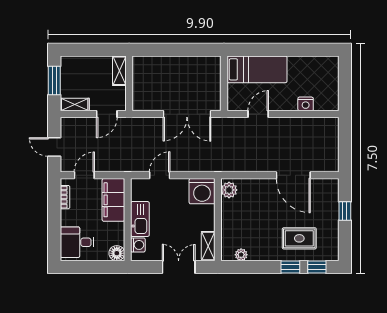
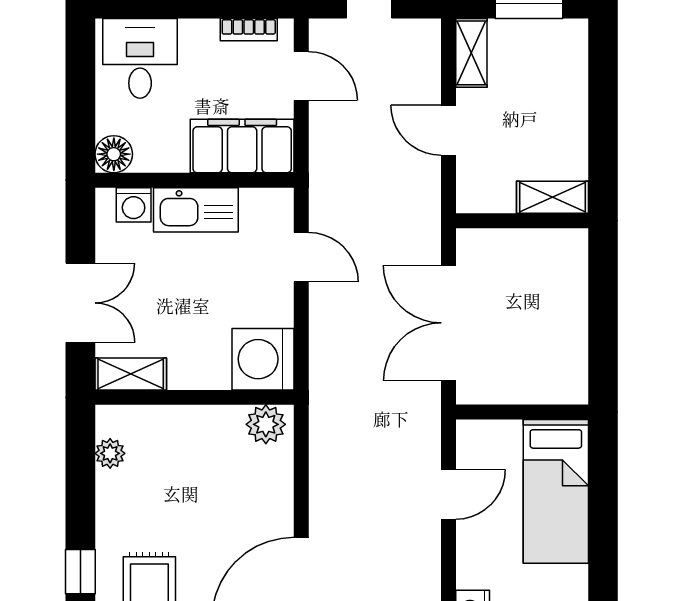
shelving: (119, 71) -> (552, 197), moved
wall: (129, 83) -> (522, 221), moved
door: (258, 114) -> (448, 494), hinge flipped

